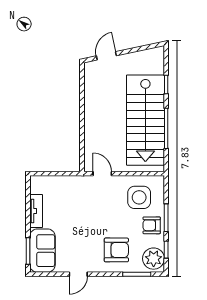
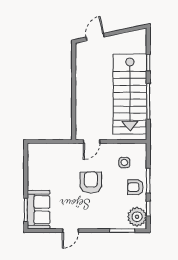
door: (102, 174) -> (92, 141), swing flipped
side table: (139, 197) -> (124, 163), width x0.54, depth x0.54
tv unit: (36, 211) -> (33, 175), removed
armchair: (116, 250) -> (91, 183), moved, turned -90

